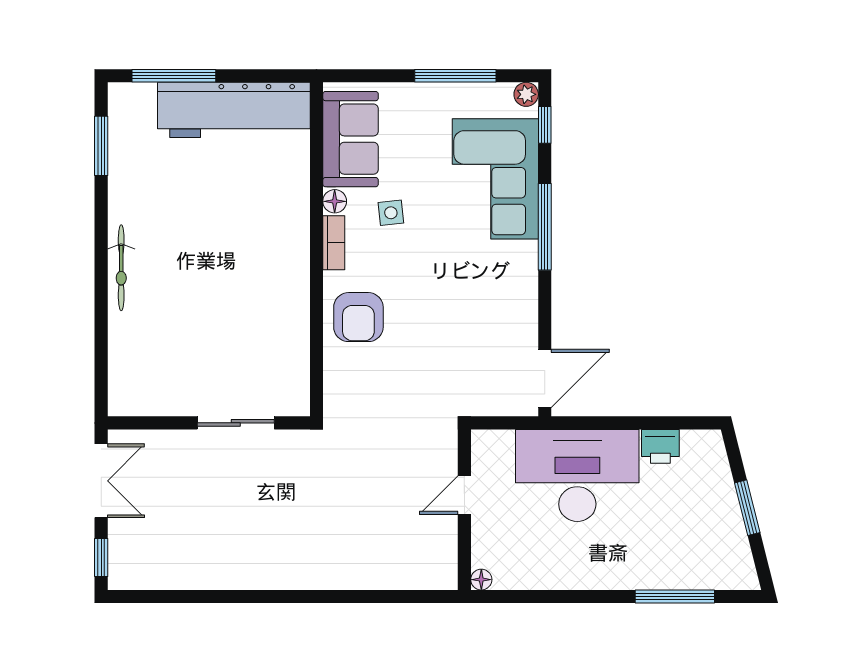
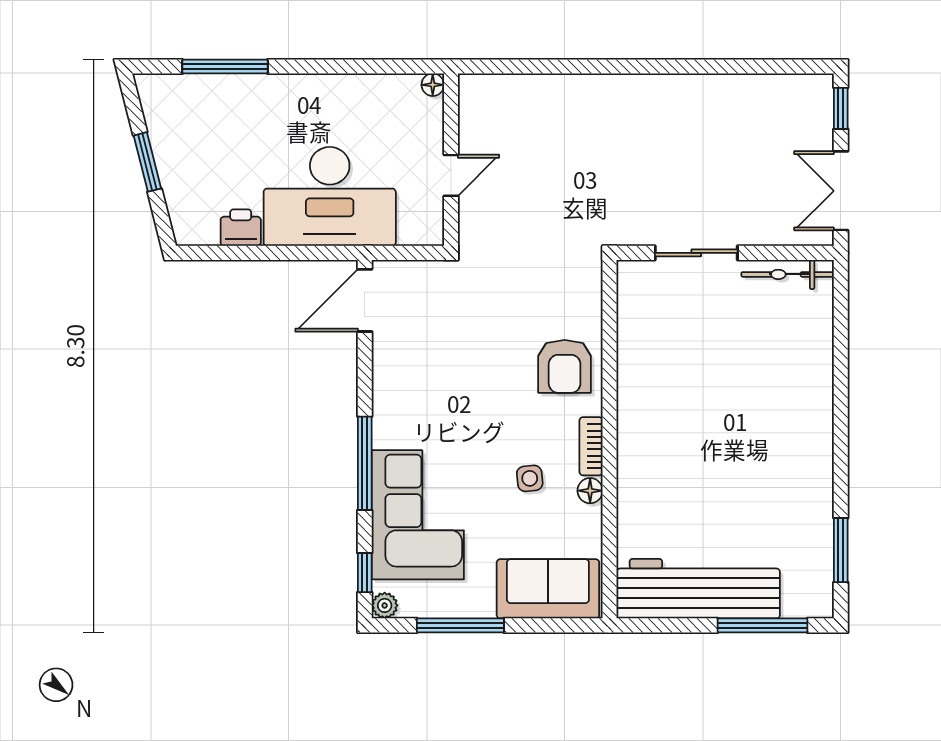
sofa: (351, 139) -> (548, 589), moved, turned 90
bicycle: (121, 268) -> (788, 274), moved, turned -90
armchair: (358, 317) -> (565, 366), turned 180

